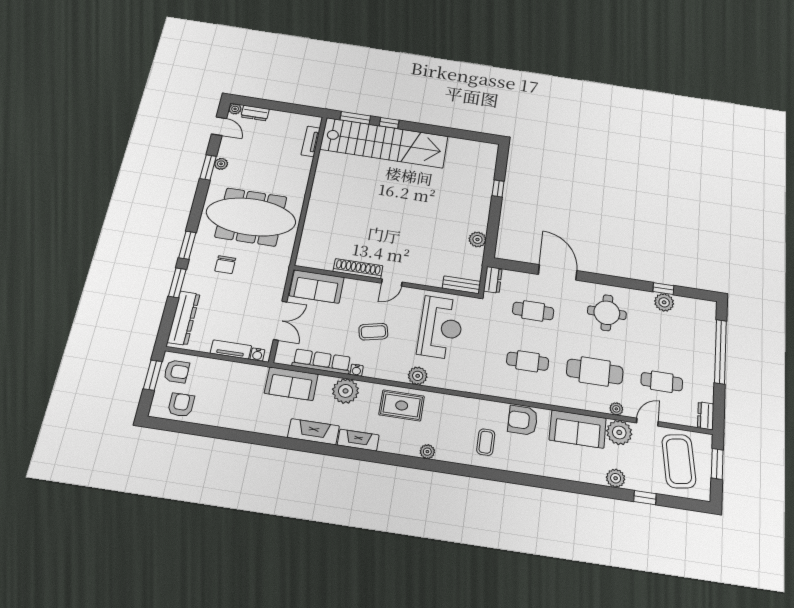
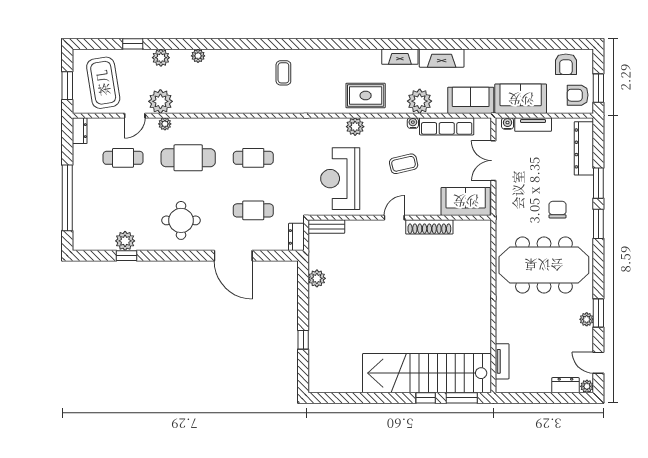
armchair: (523, 420) -> (252, 99), removed
sofa: (578, 429) -> (521, 99), moved
plant: (427, 452) -> (198, 56), moved

